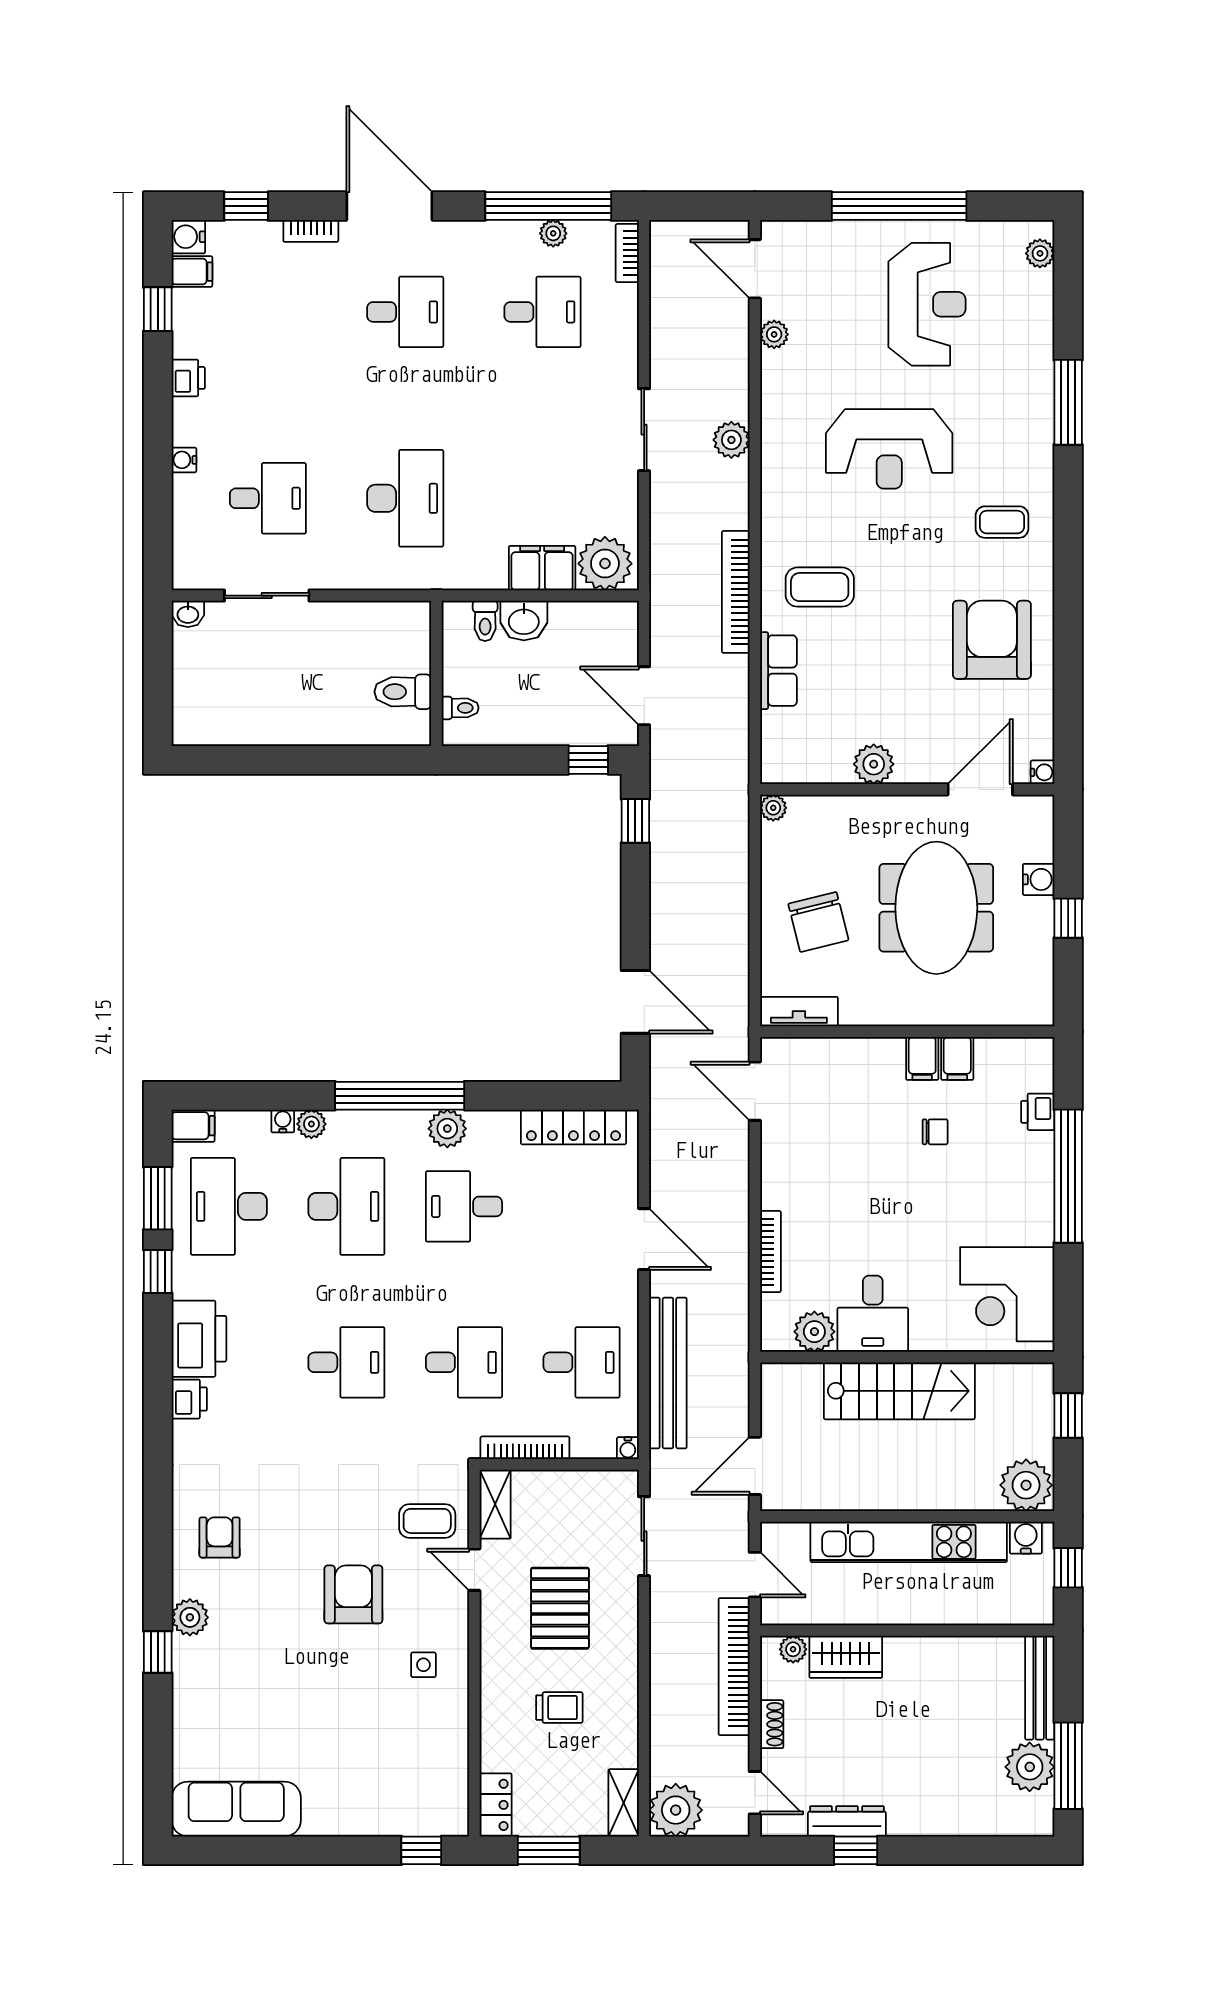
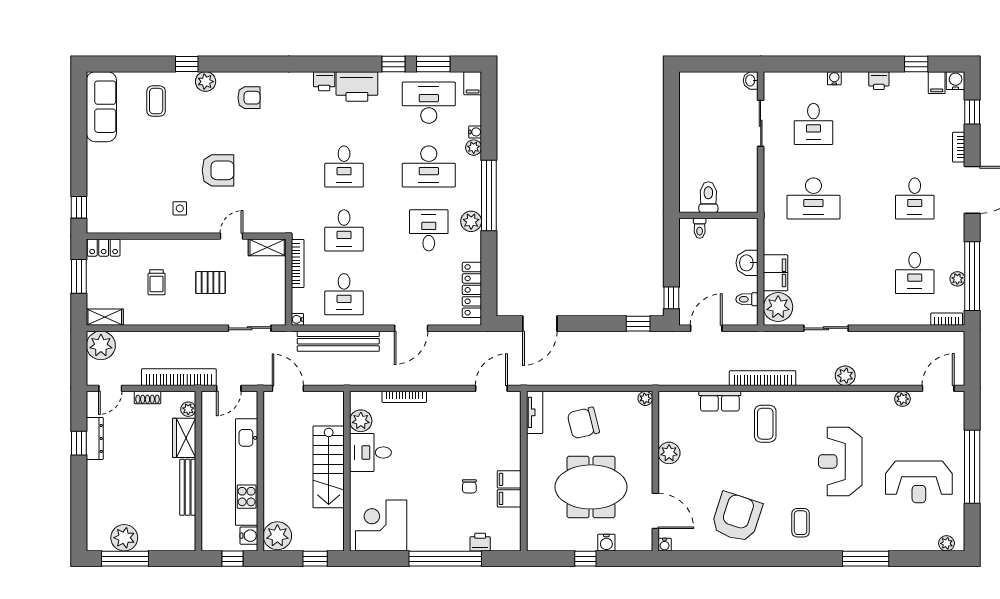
sliding door: (644, 430) -> (826, 328), moved
toilet: (485, 621) -> (747, 299), moved
armchair: (992, 640) -> (737, 517), turned -72
coffee table: (427, 1521) -> (156, 101), moved
pallet: (560, 1608) -> (211, 283), width x0.67, depth x0.71
bench: (1040, 1688) -> (188, 487), moved, turned 90

